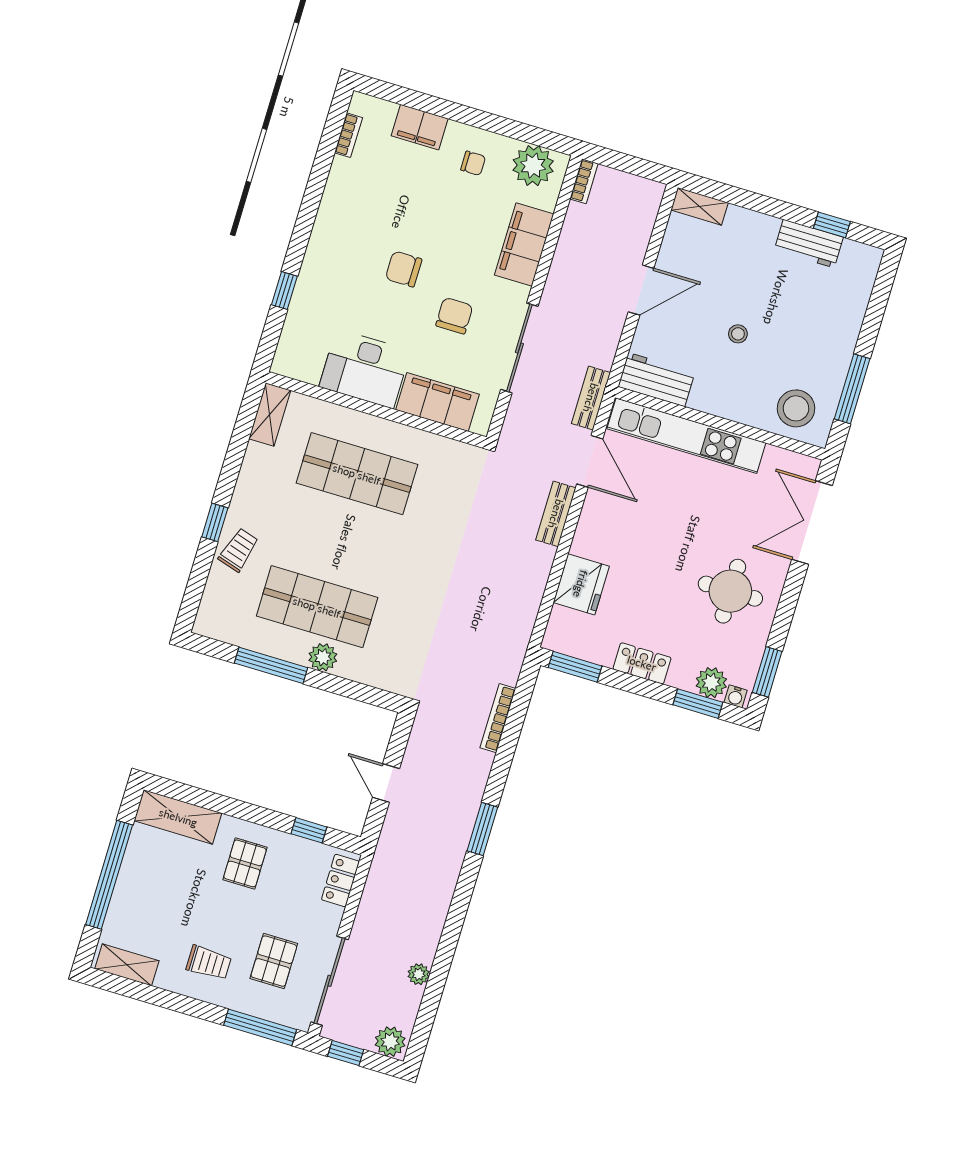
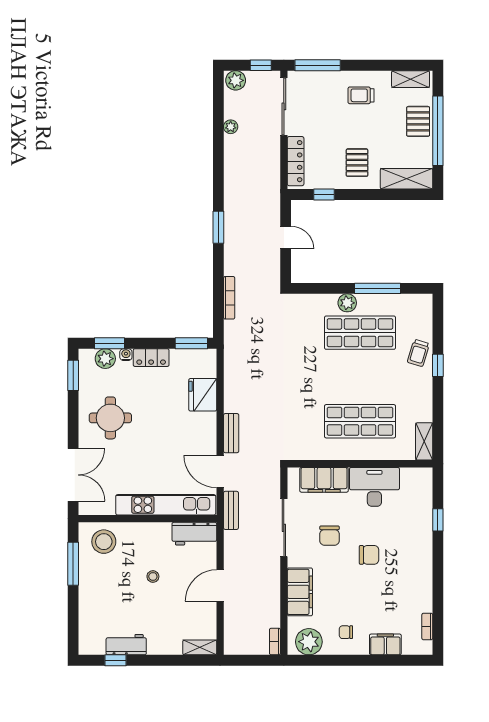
water cooler: (736, 696) -> (126, 355), moved
locker: (340, 881) -> (296, 161), width x1.53
pallet: (274, 961) -> (418, 121), moved

